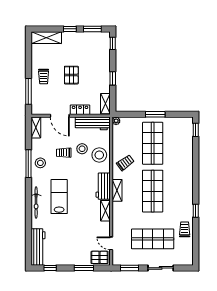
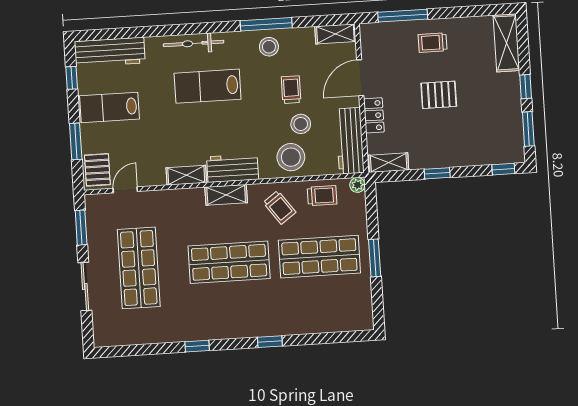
window: (196, 130) -> (270, 342), moved
lab bench: (59, 197) -> (208, 86), turned 180
trolley: (185, 229) -> (322, 196), moved
lab bench: (67, 249) -> (109, 107), added

